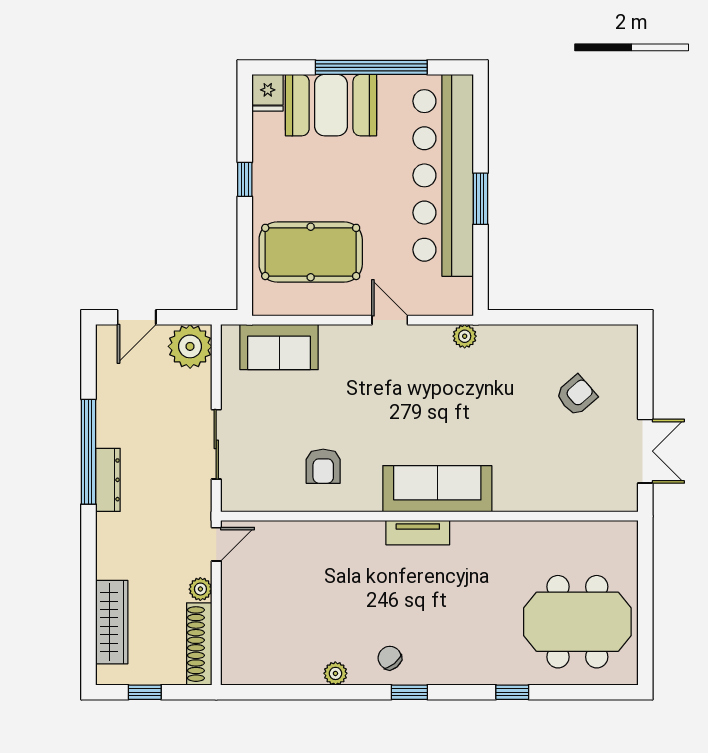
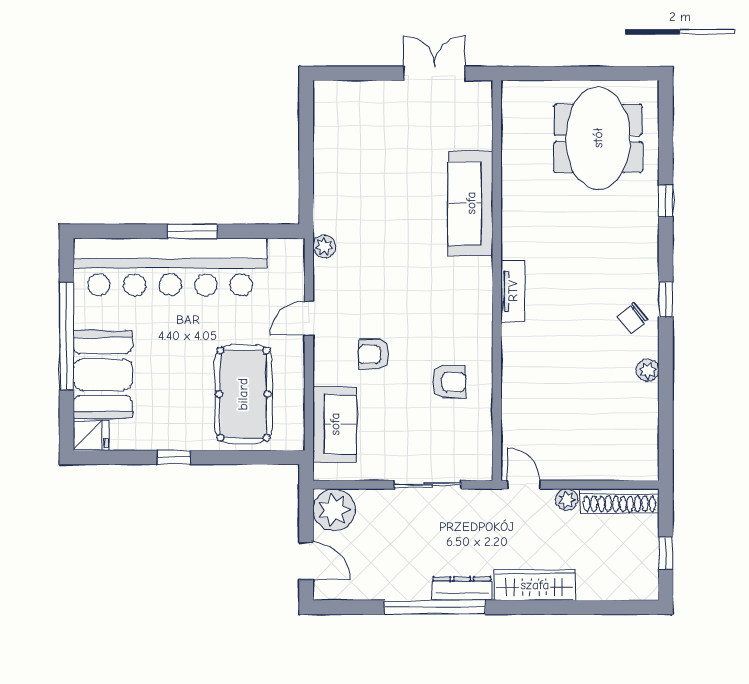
armchair: (576, 395) -> (374, 354), moved, turned -49
sofa: (437, 489) -> (471, 203), moved
wardrobe: (112, 622) -> (535, 585), moved

